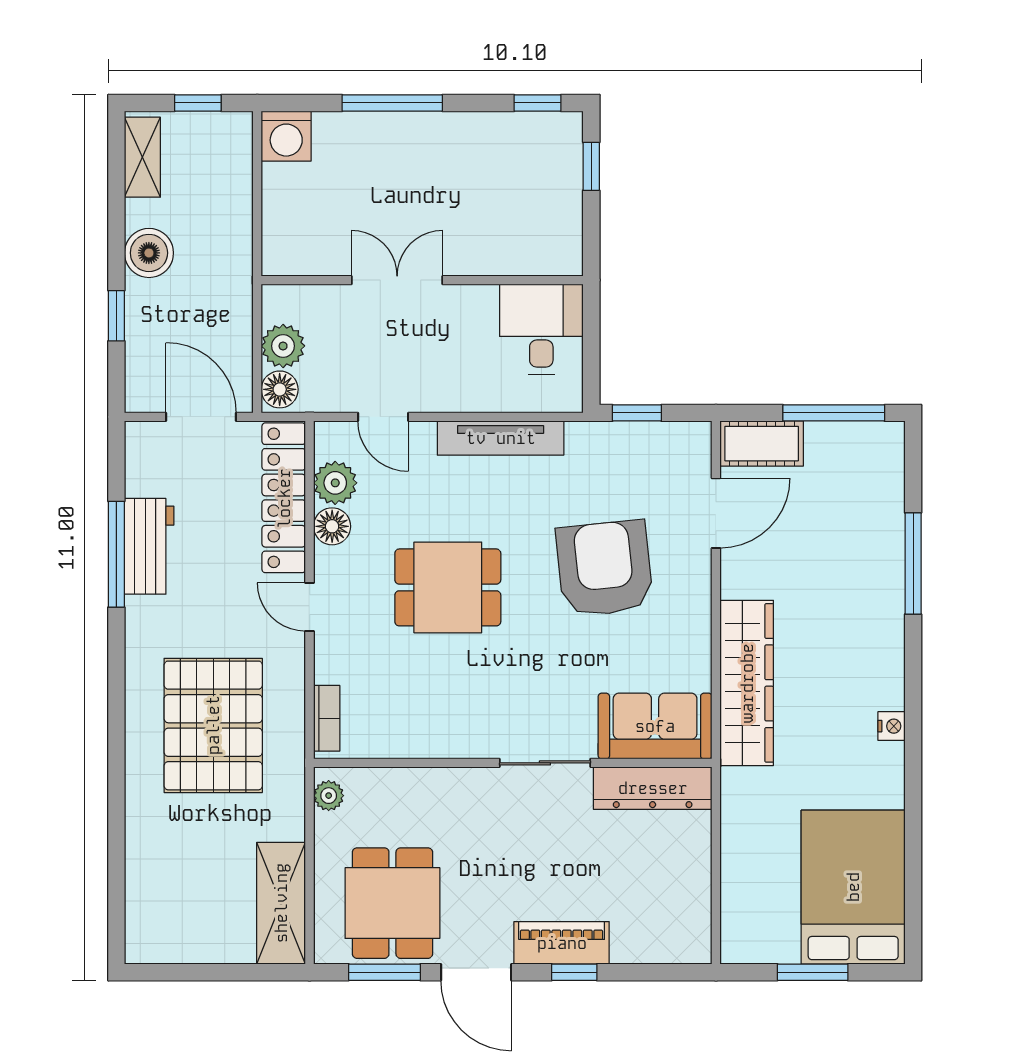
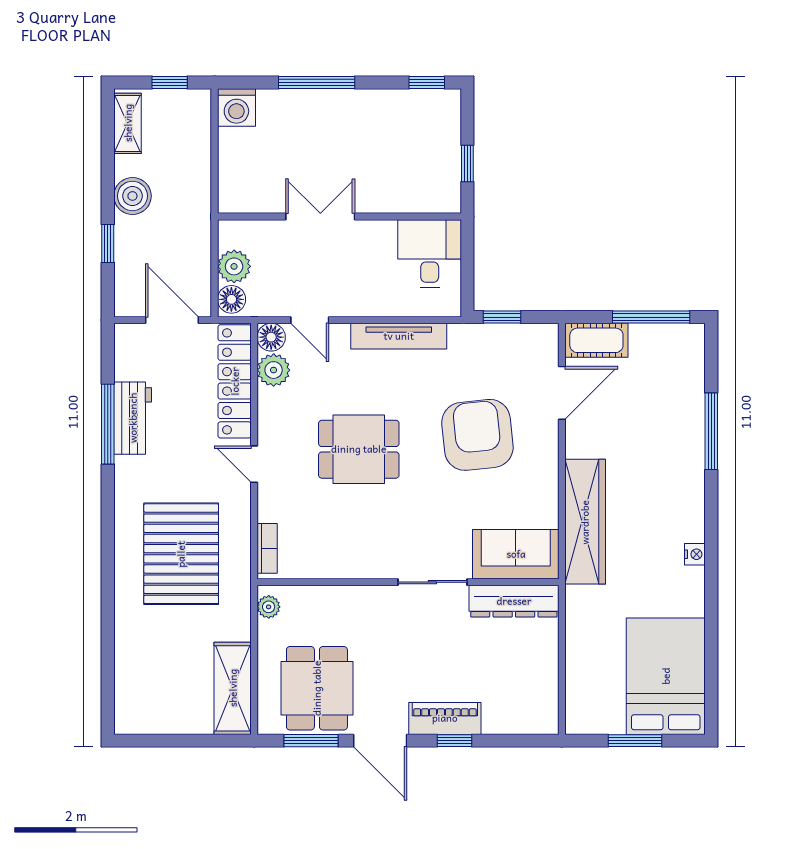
window: (591, 166) -> (467, 164), moved
floor lamp: (332, 526) -> (271, 337), moved

